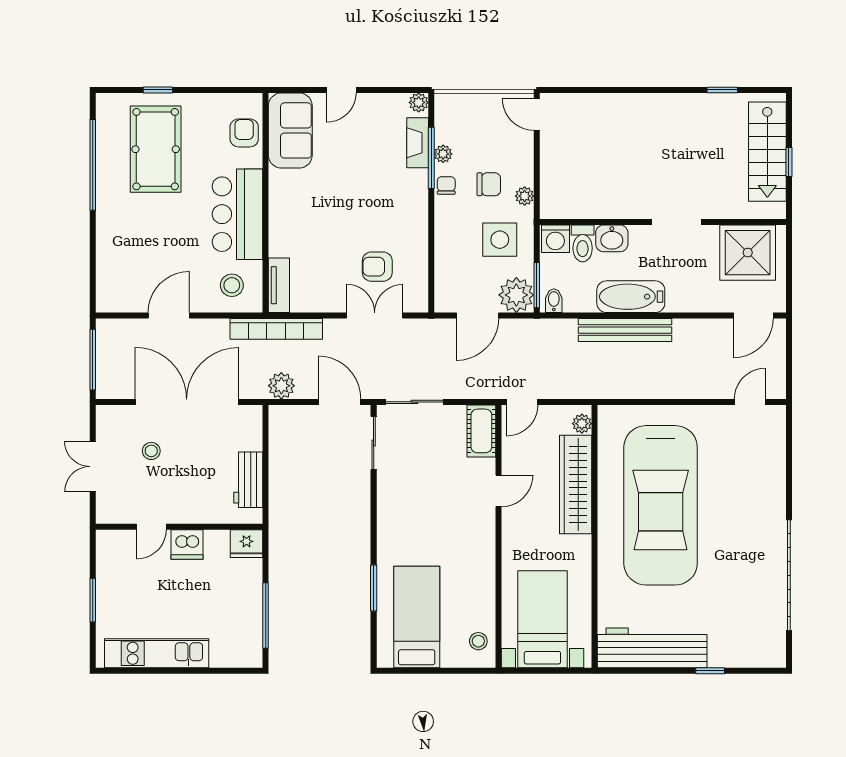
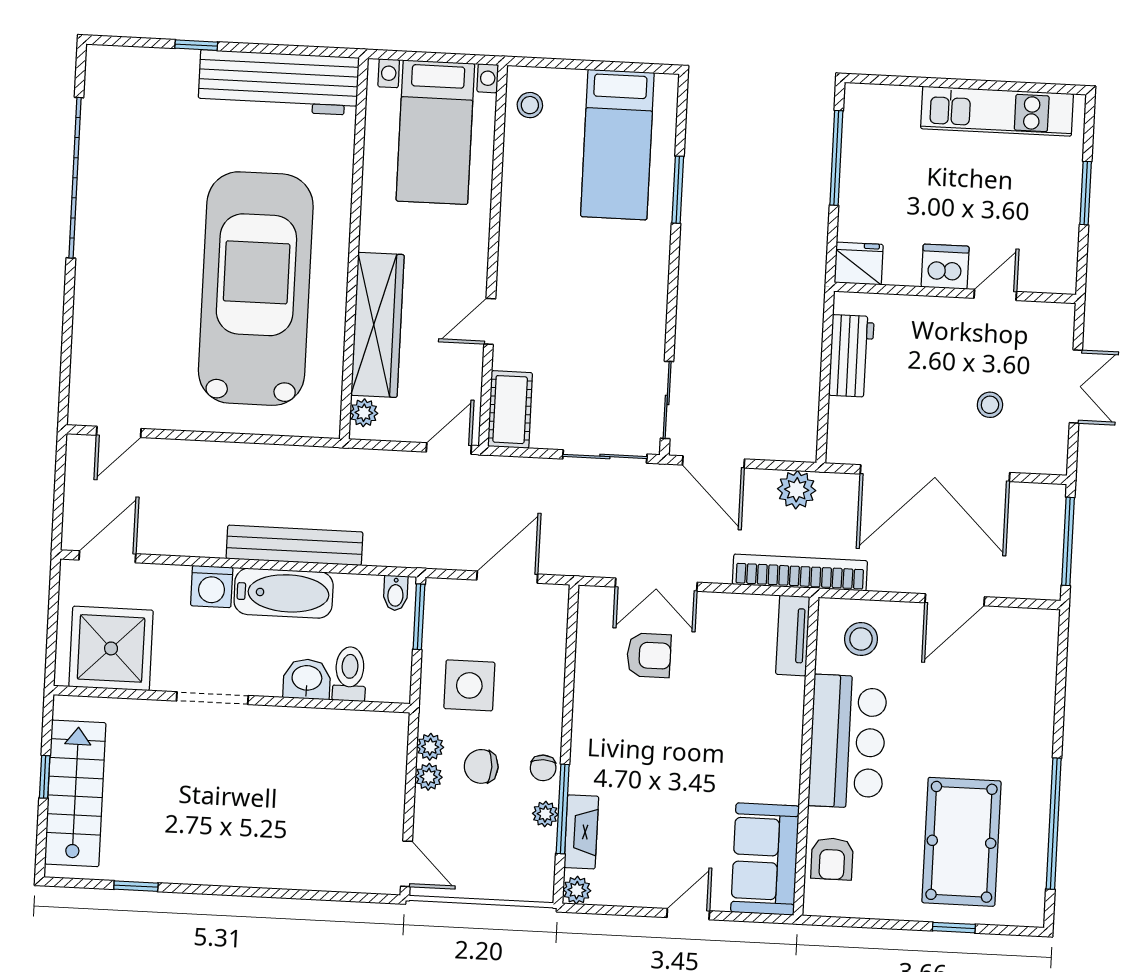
washing machine: (555, 239) -> (212, 587), moved, turned 180
plant: (516, 295) -> (429, 777), moved, width x0.53, depth x0.53

